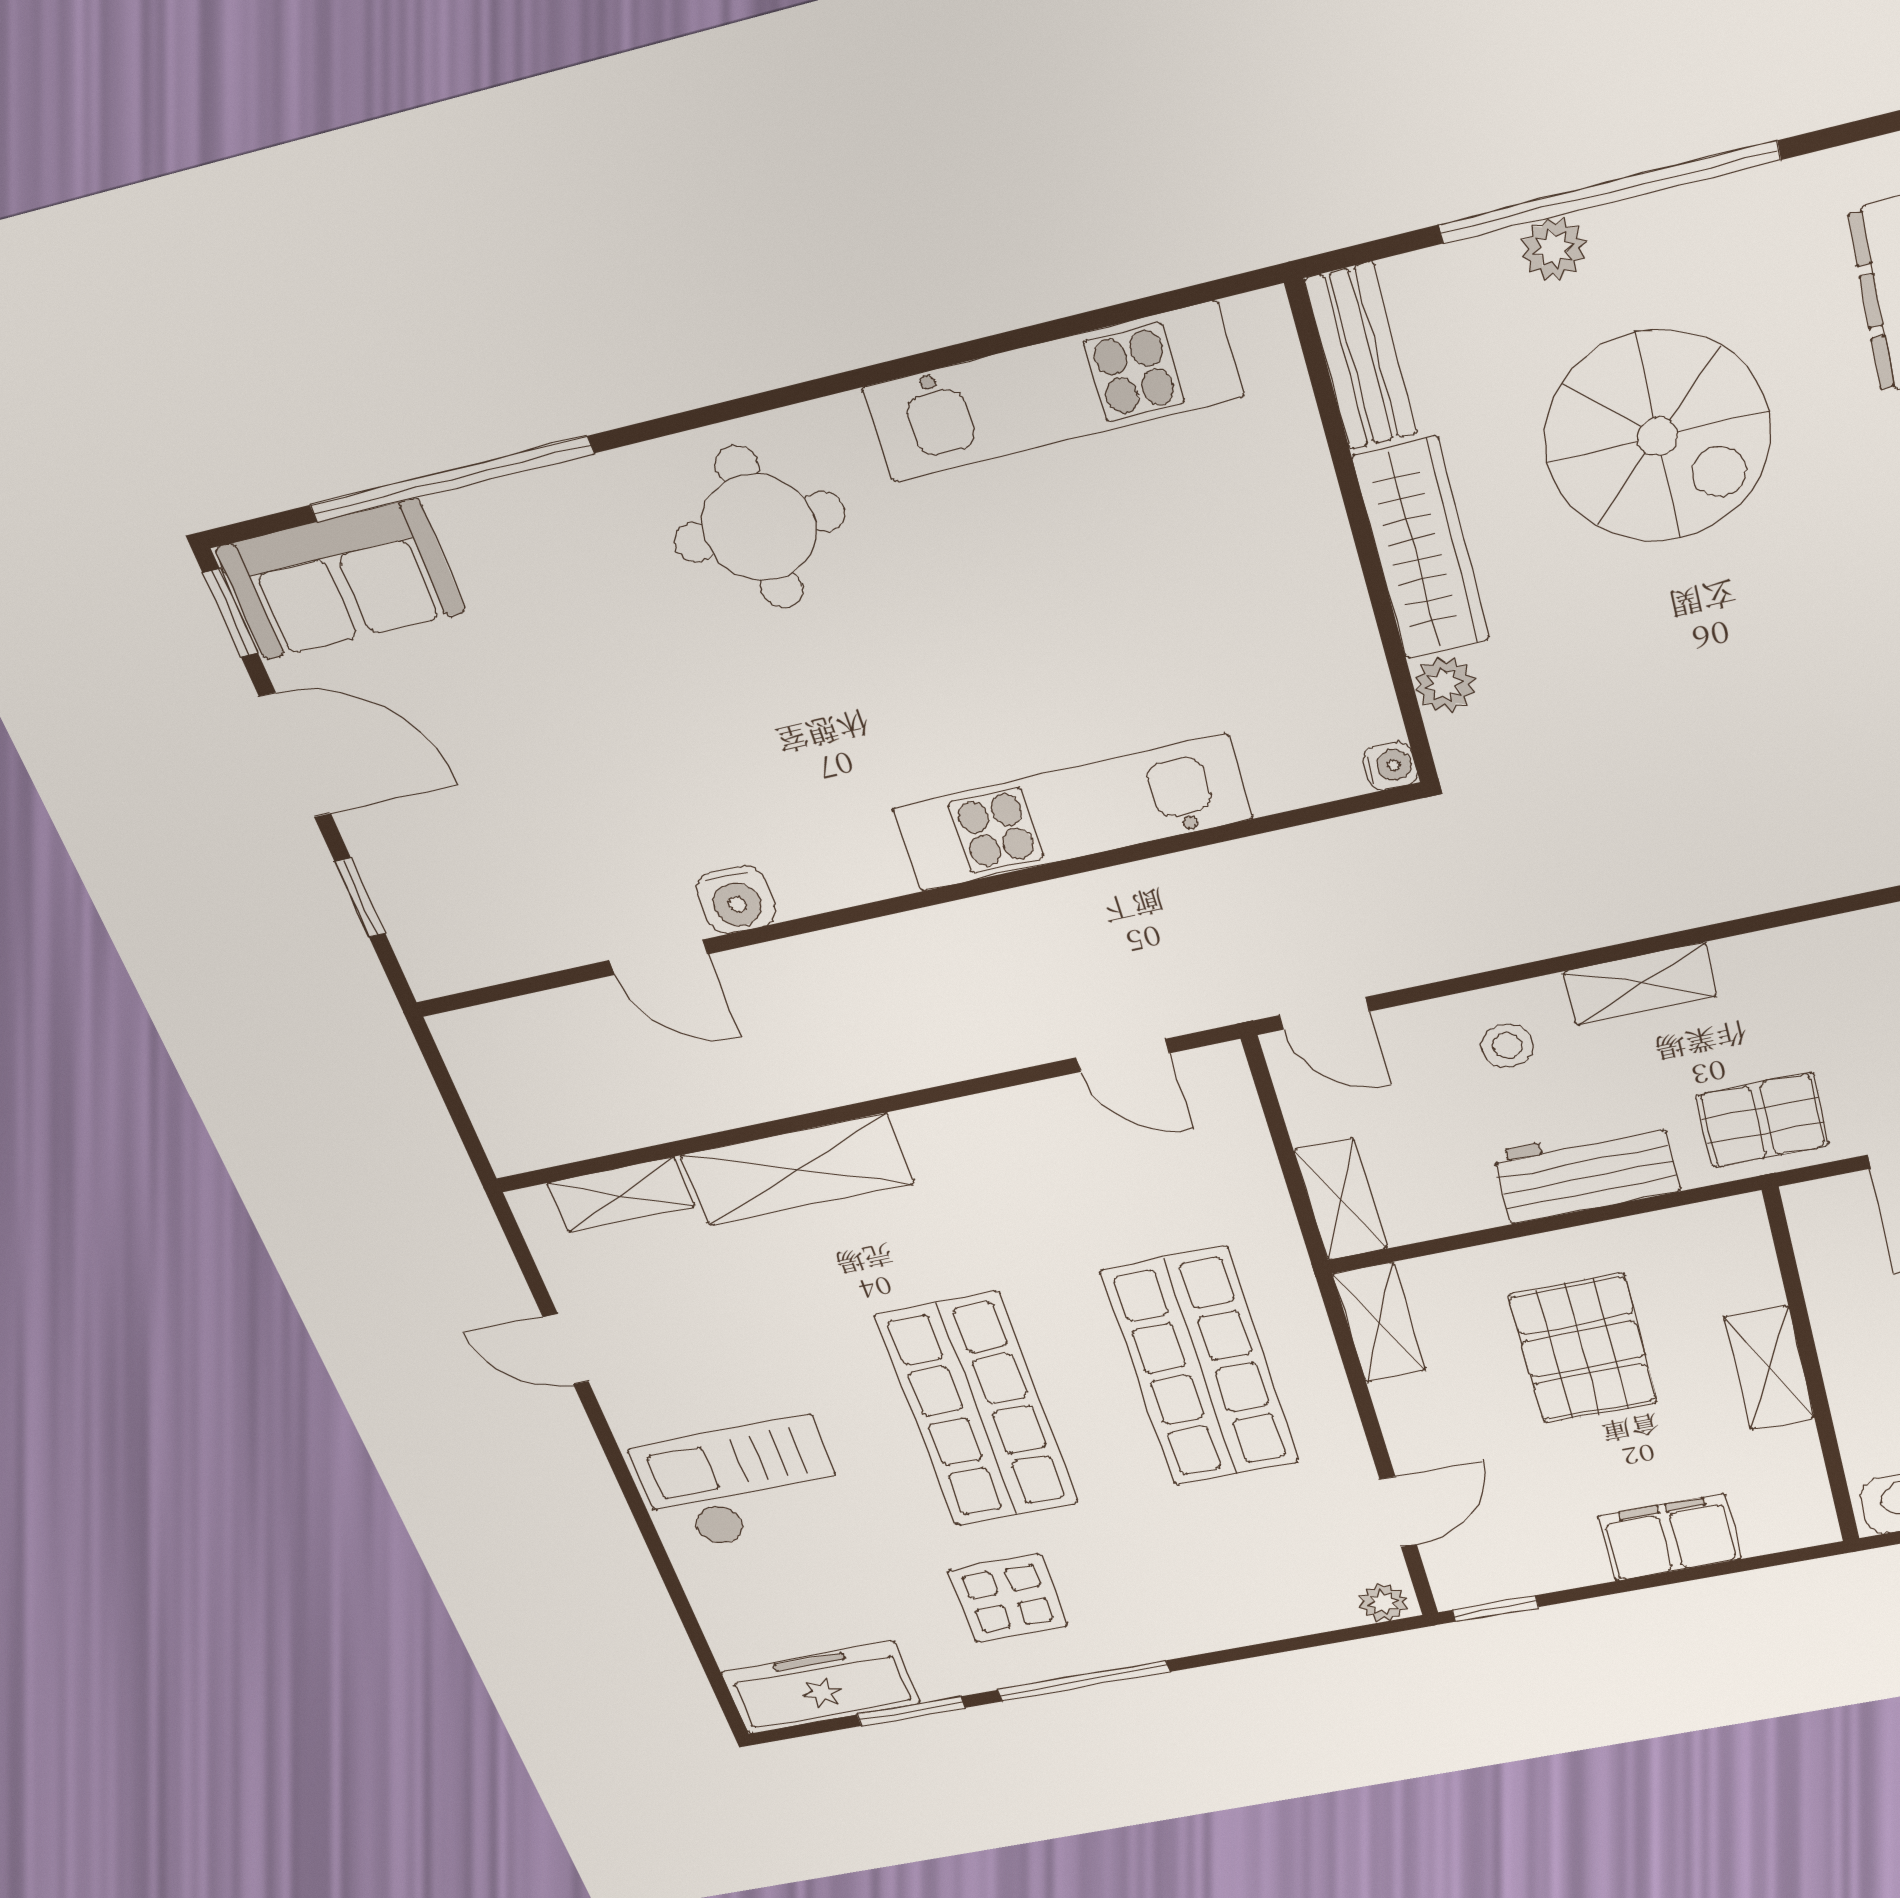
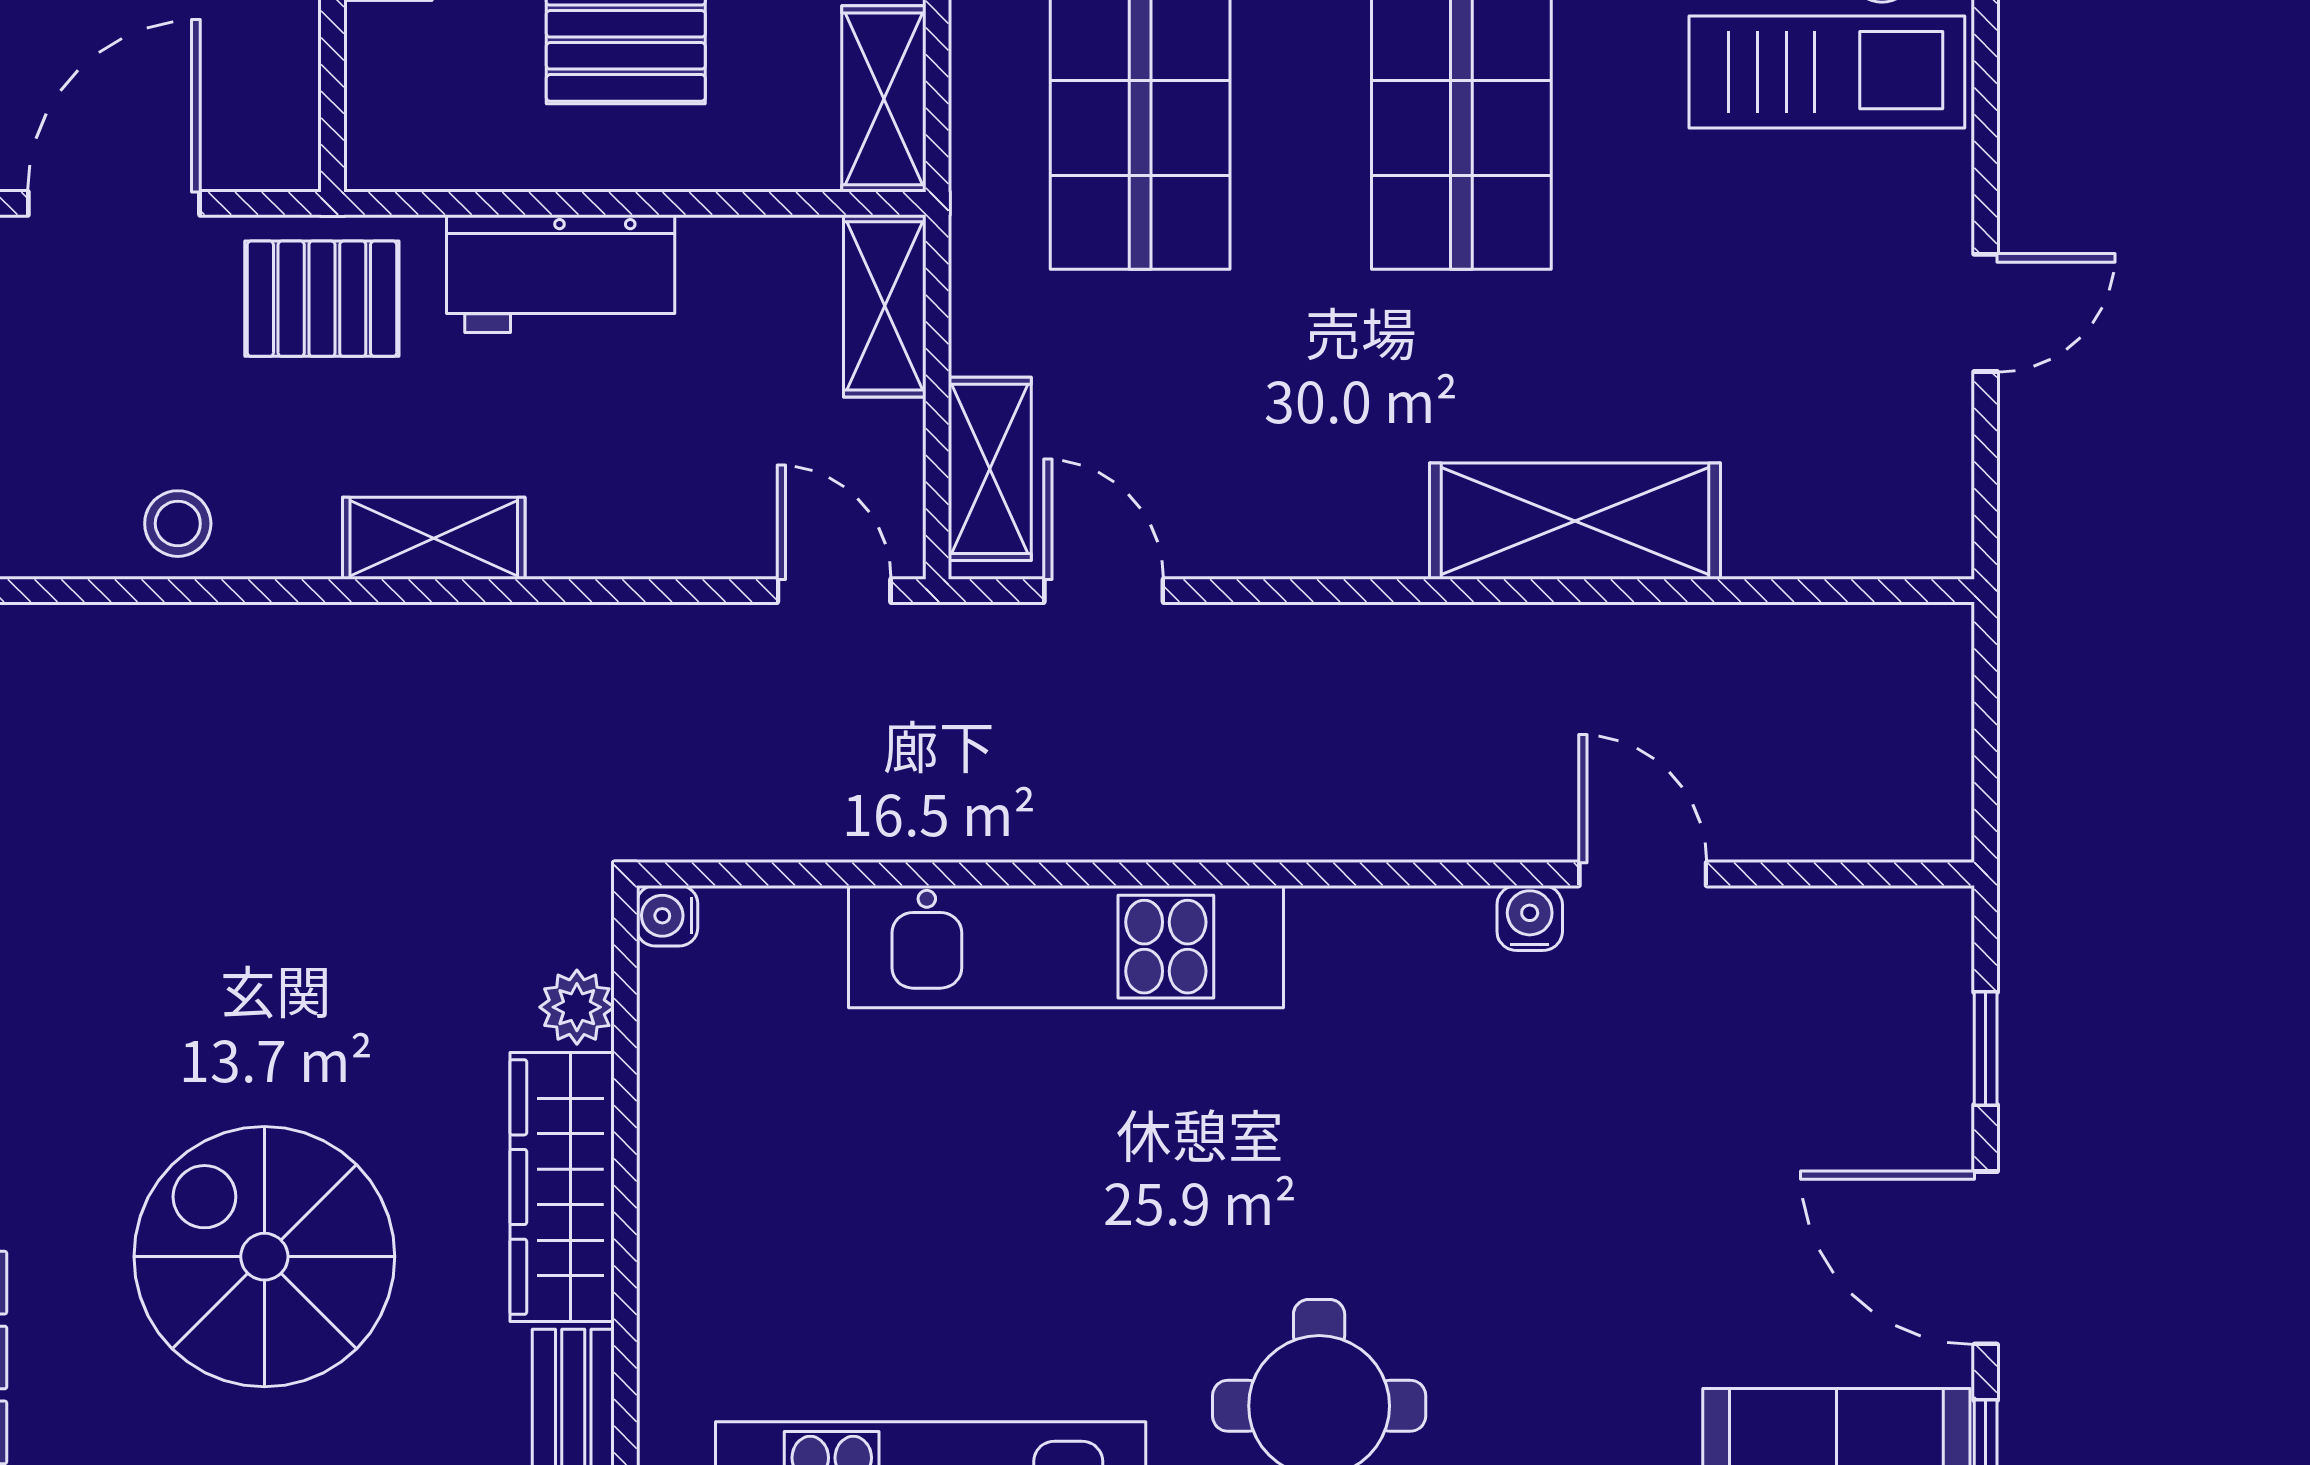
water cooler: (736, 900) -> (1530, 918), width x0.72, depth x0.72
stool: (1507, 1046) -> (178, 524), moved
shelving: (621, 1195) -> (990, 469), moved, turned 90
door: (566, 1349) -> (1986, 313), hinge flipped

